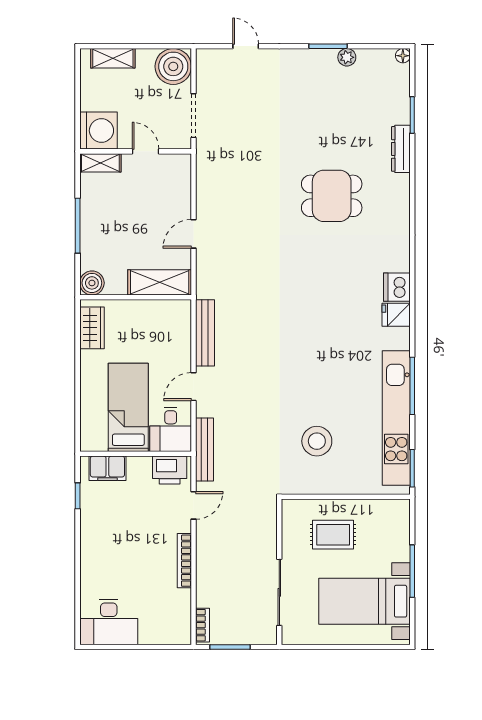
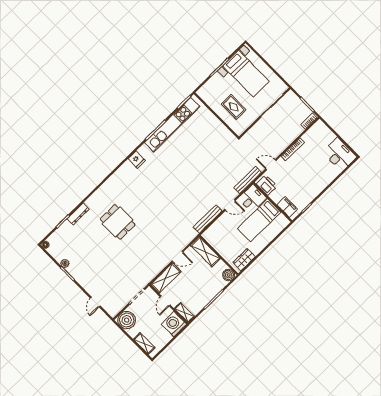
shelving: (179, 186) -> (166, 278), added
dishwasher: (397, 287) -> (127, 169), removed
stool: (317, 441) -> (207, 144), removed

